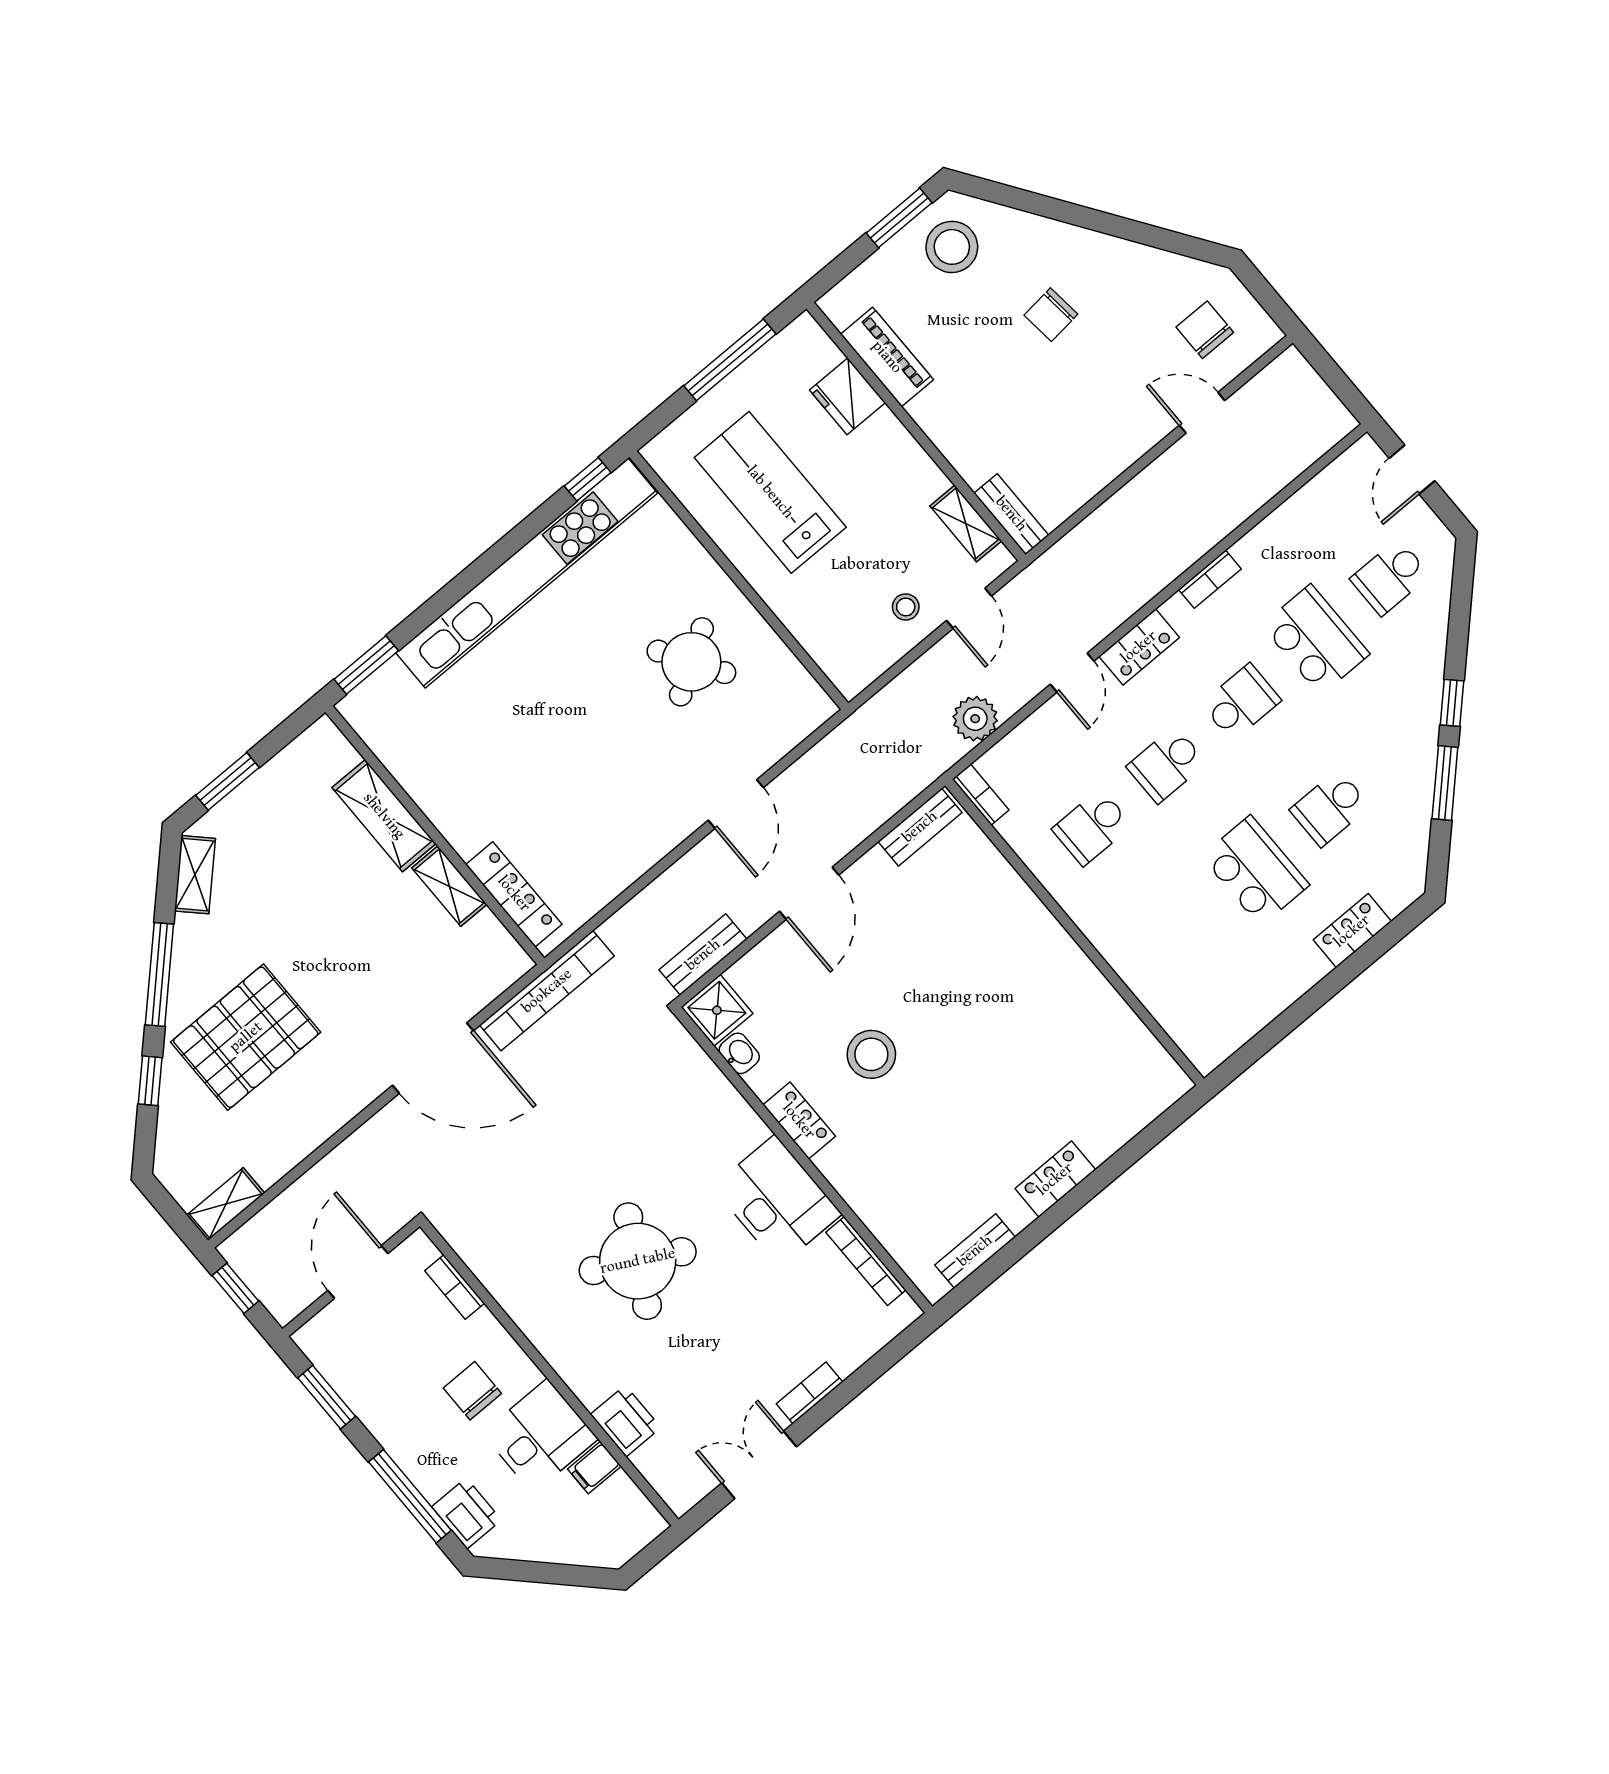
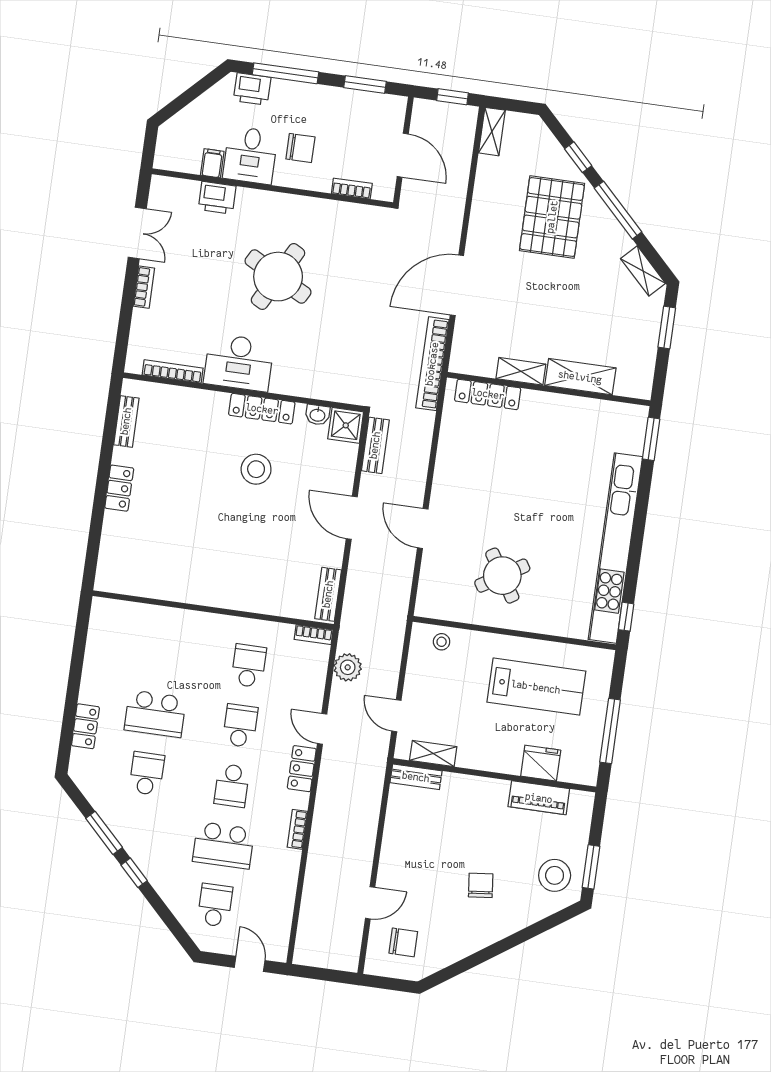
stool: (906, 607) -> (442, 642), moved
locker: (799, 1121) -> (262, 409), width x1.53

